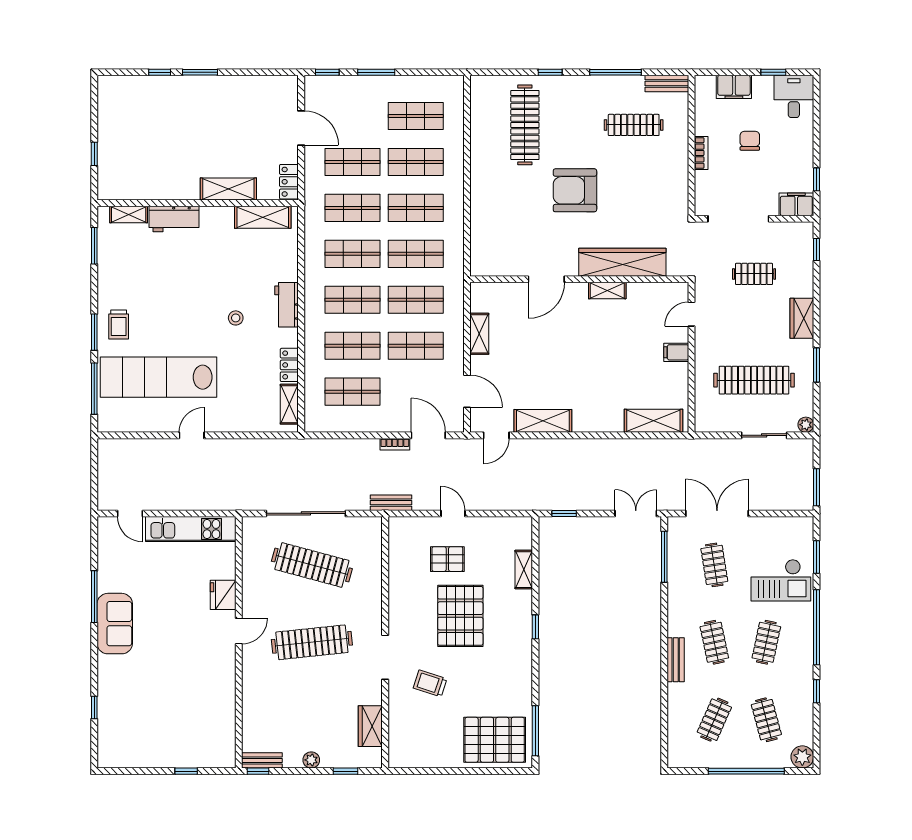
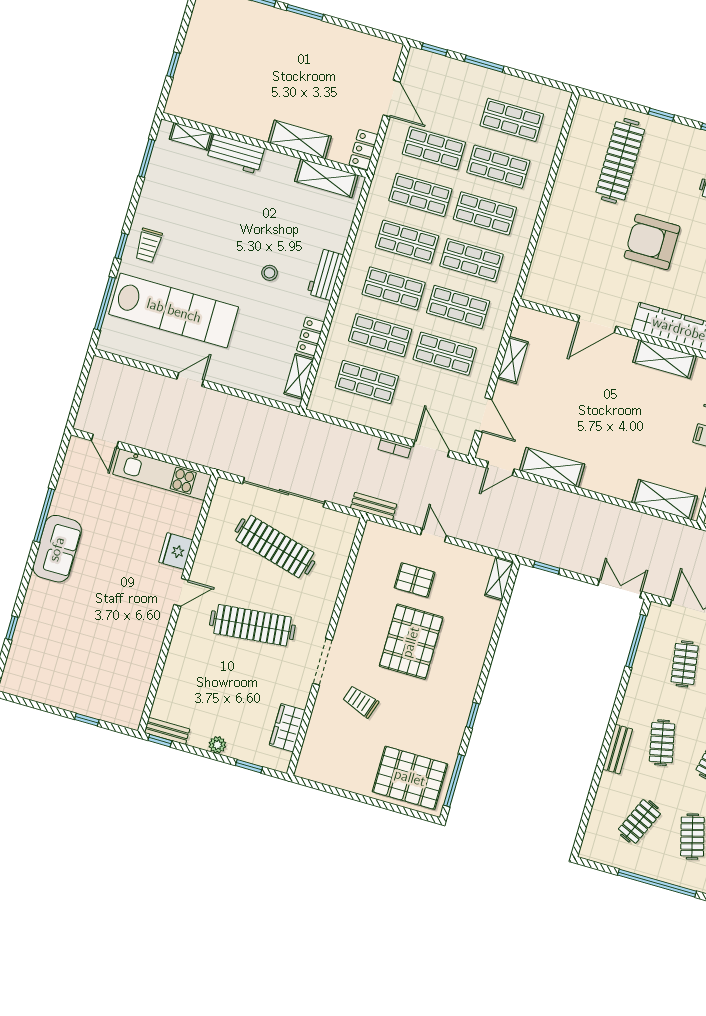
shelving: (607, 291) -> (664, 359), width x1.50, depth x1.33
window: (94, 332) -> (121, 246), width x0.67
lab bench: (158, 377) -> (174, 311), turned 180
shelving: (524, 570) -> (499, 579), moved
window: (535, 627) -> (473, 715), moved

